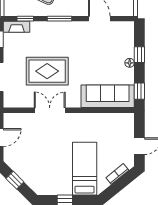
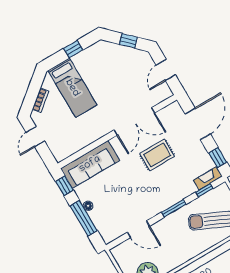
window: (139, 55) -> (84, 218), width x2.17
rug: (47, 71) -> (157, 155), width x0.73, depth x0.70
double door: (50, 110) -> (134, 122), width x1.37

